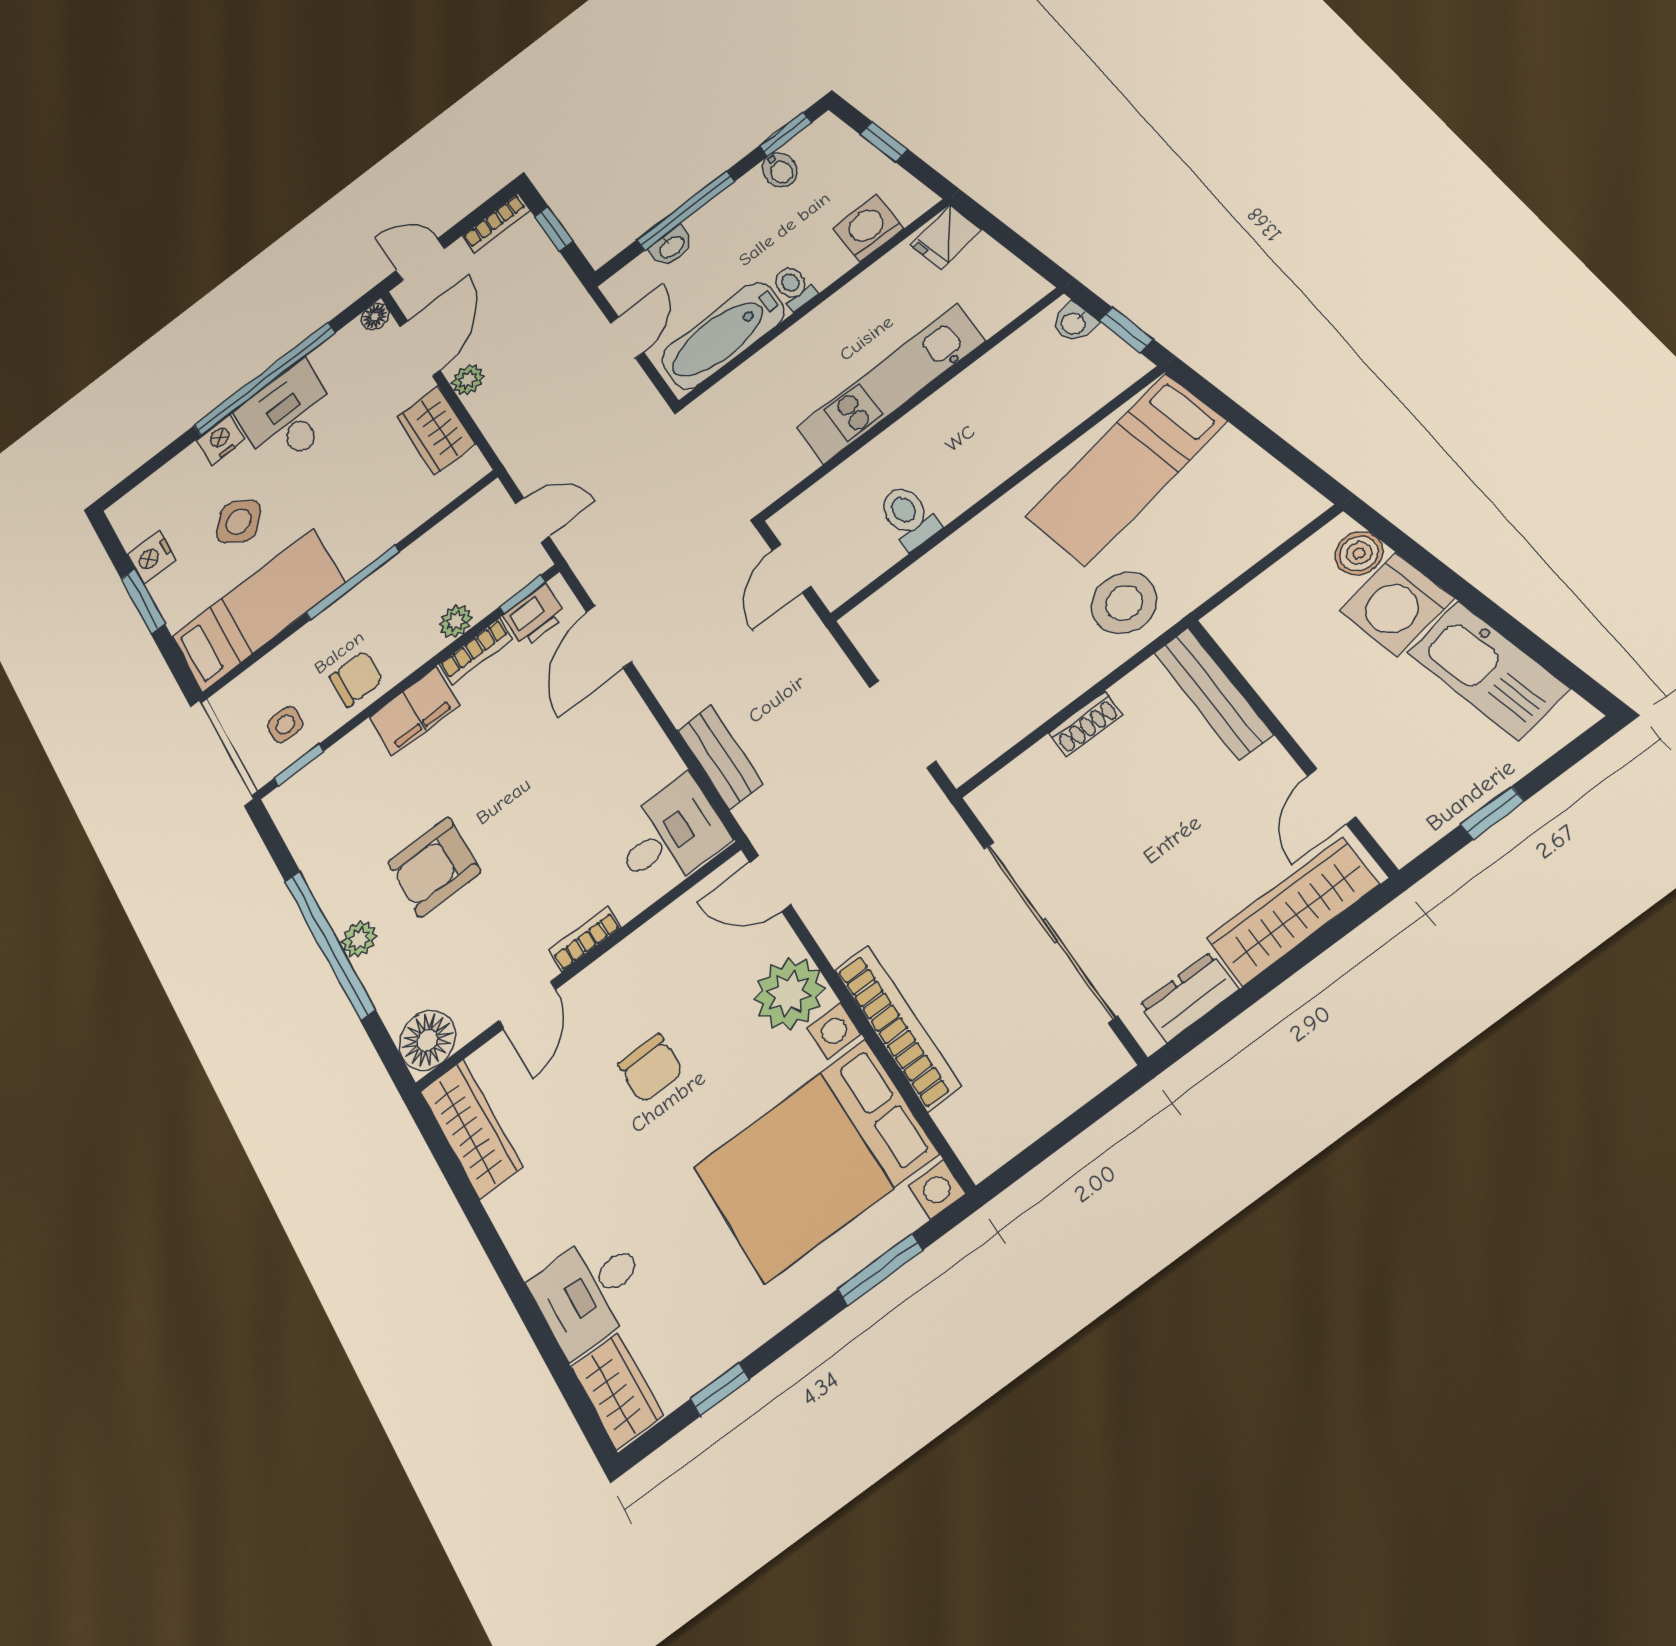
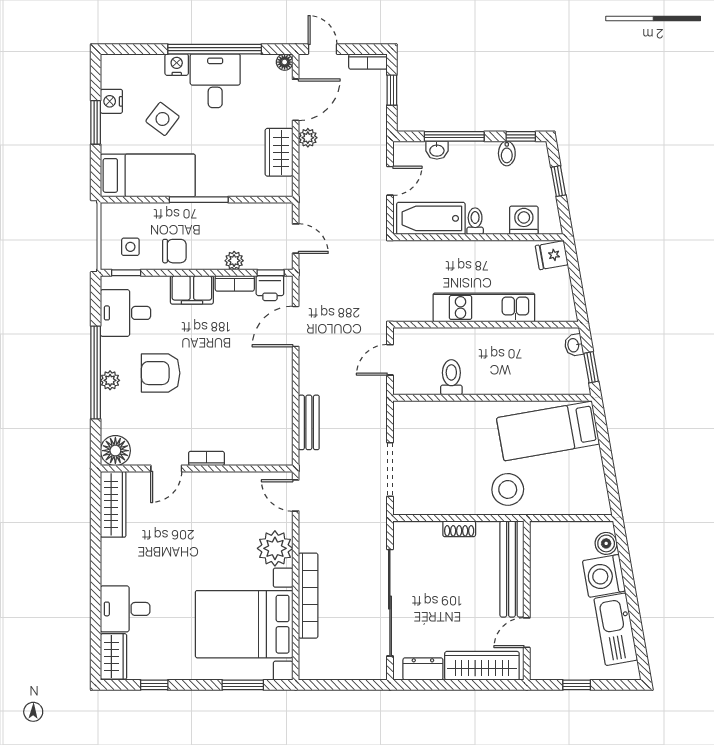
bench: (1213, 693) -> (512, 569), width x1.37, depth x1.21
desk: (670, 836) -> (126, 313), moved, turned 180
chair: (651, 1068) -> (201, 536), removed

